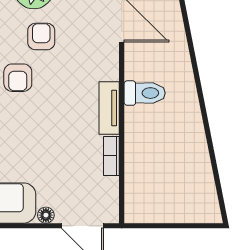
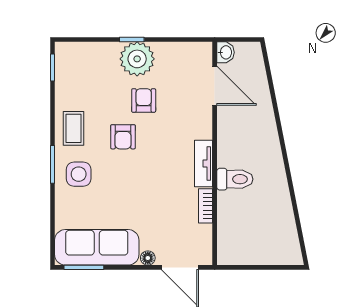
toilet: (145, 93) -> (235, 179), moved

